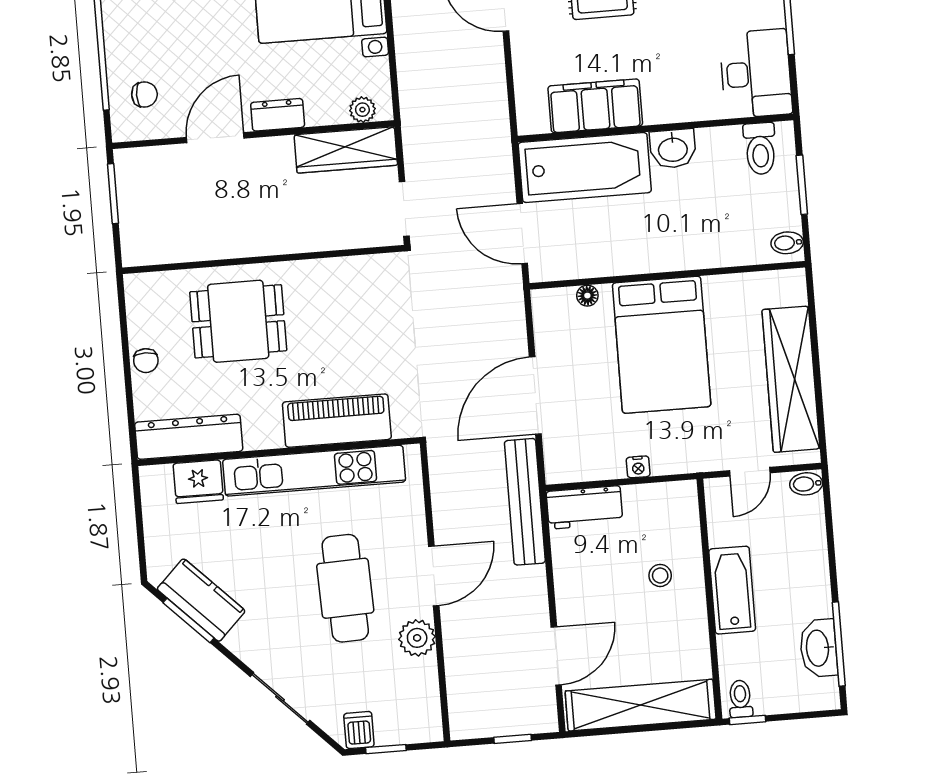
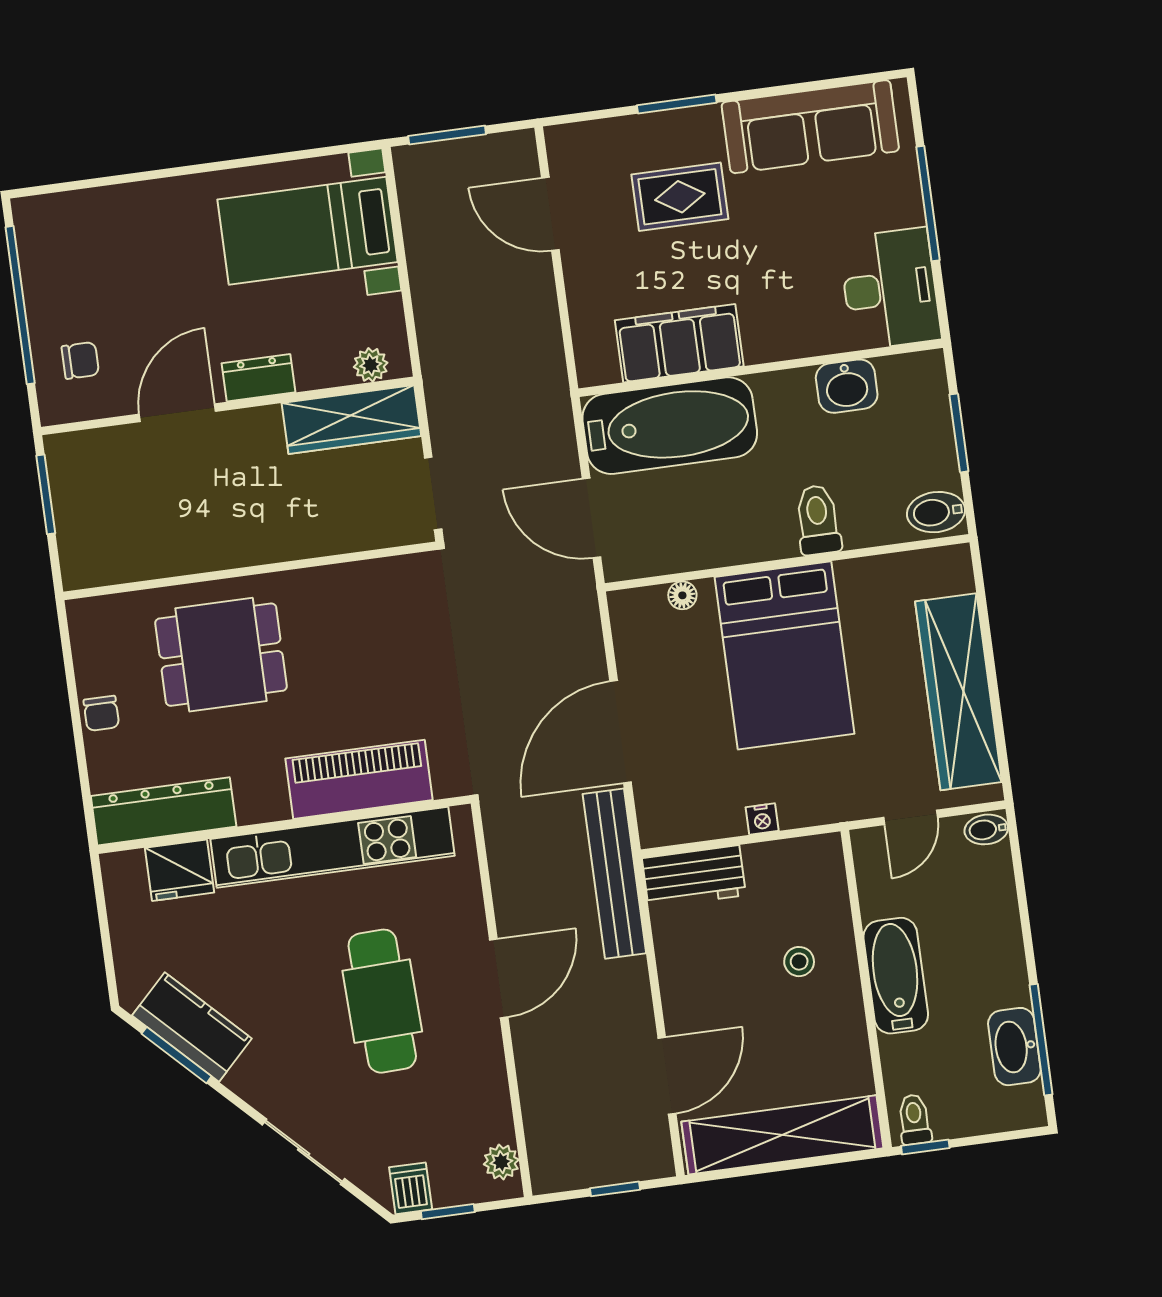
washbasin: (673, 149) -> (847, 386), moved
toilet: (760, 149) -> (818, 520), moved, turned 180
bidet: (787, 243) -> (936, 512), width x1.38, depth x1.36
plant: (417, 638) -> (501, 1162), moved, width x0.73, depth x0.73

